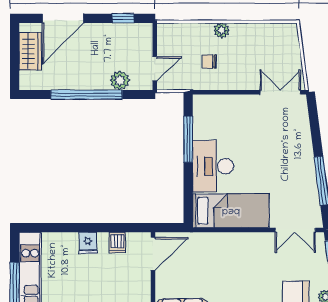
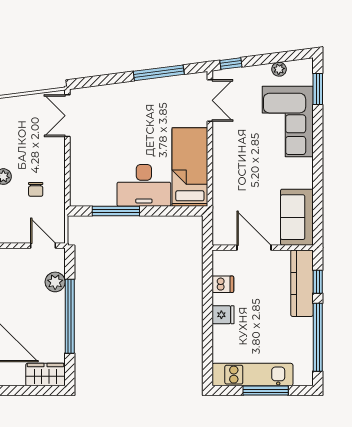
wardrobe: (30, 51) -> (45, 375), moved
door: (153, 254) -> (254, 248), moved

